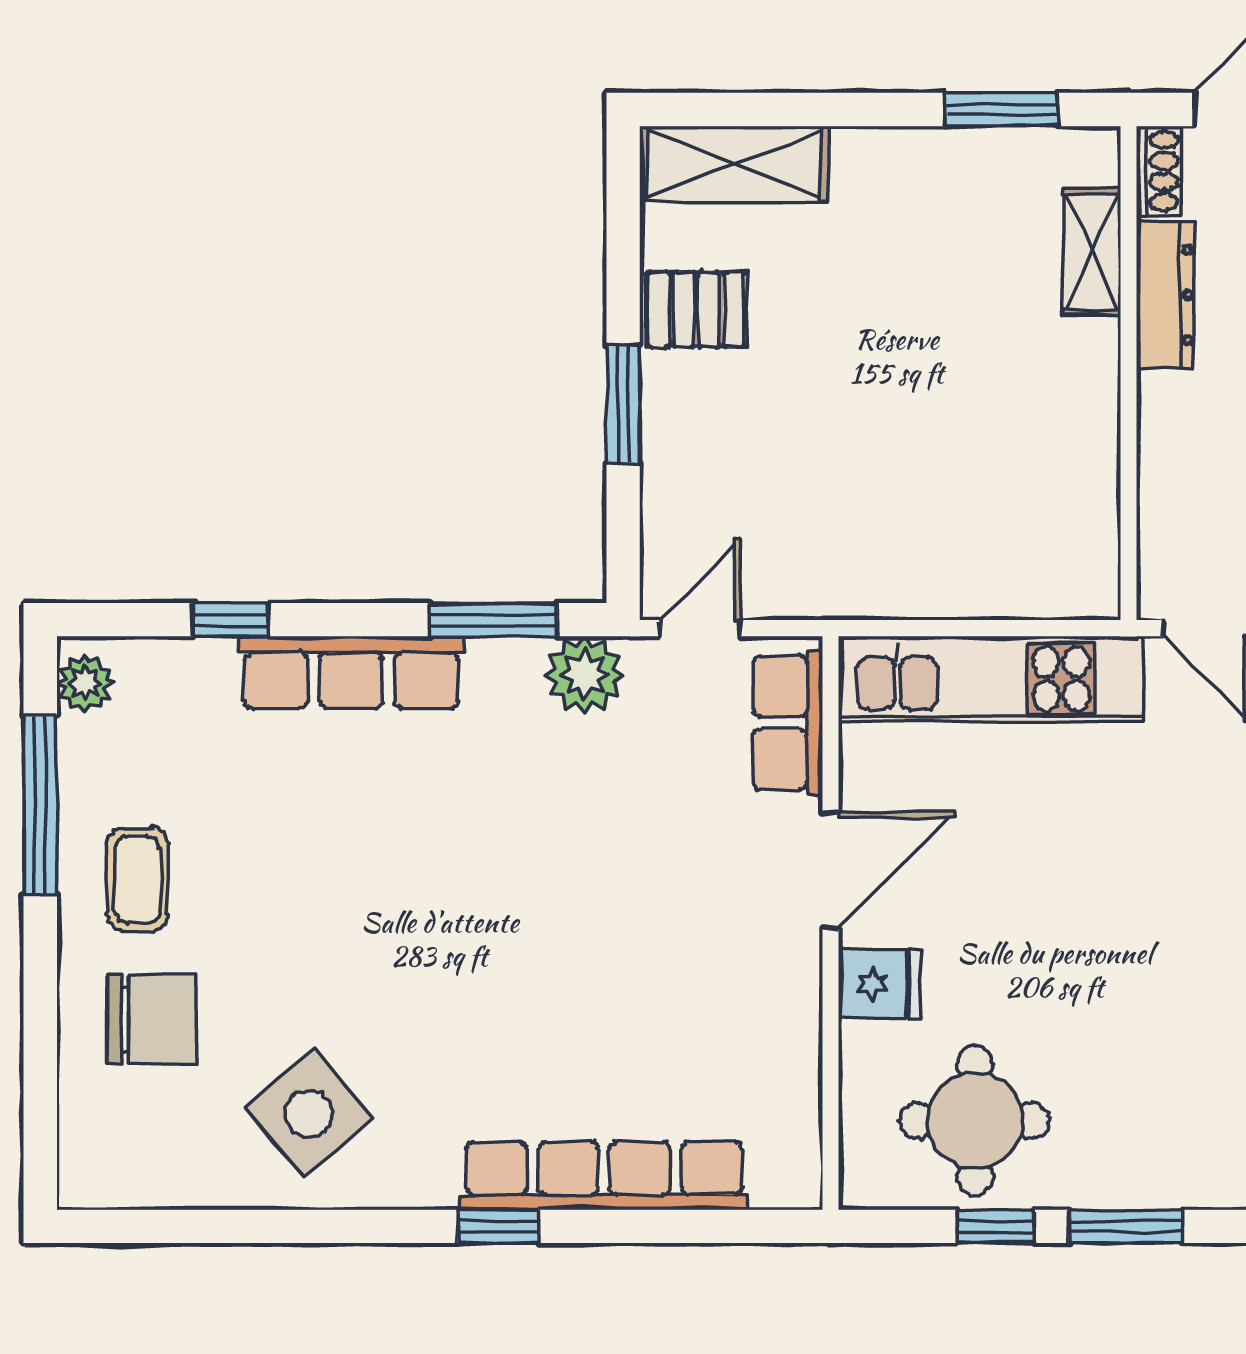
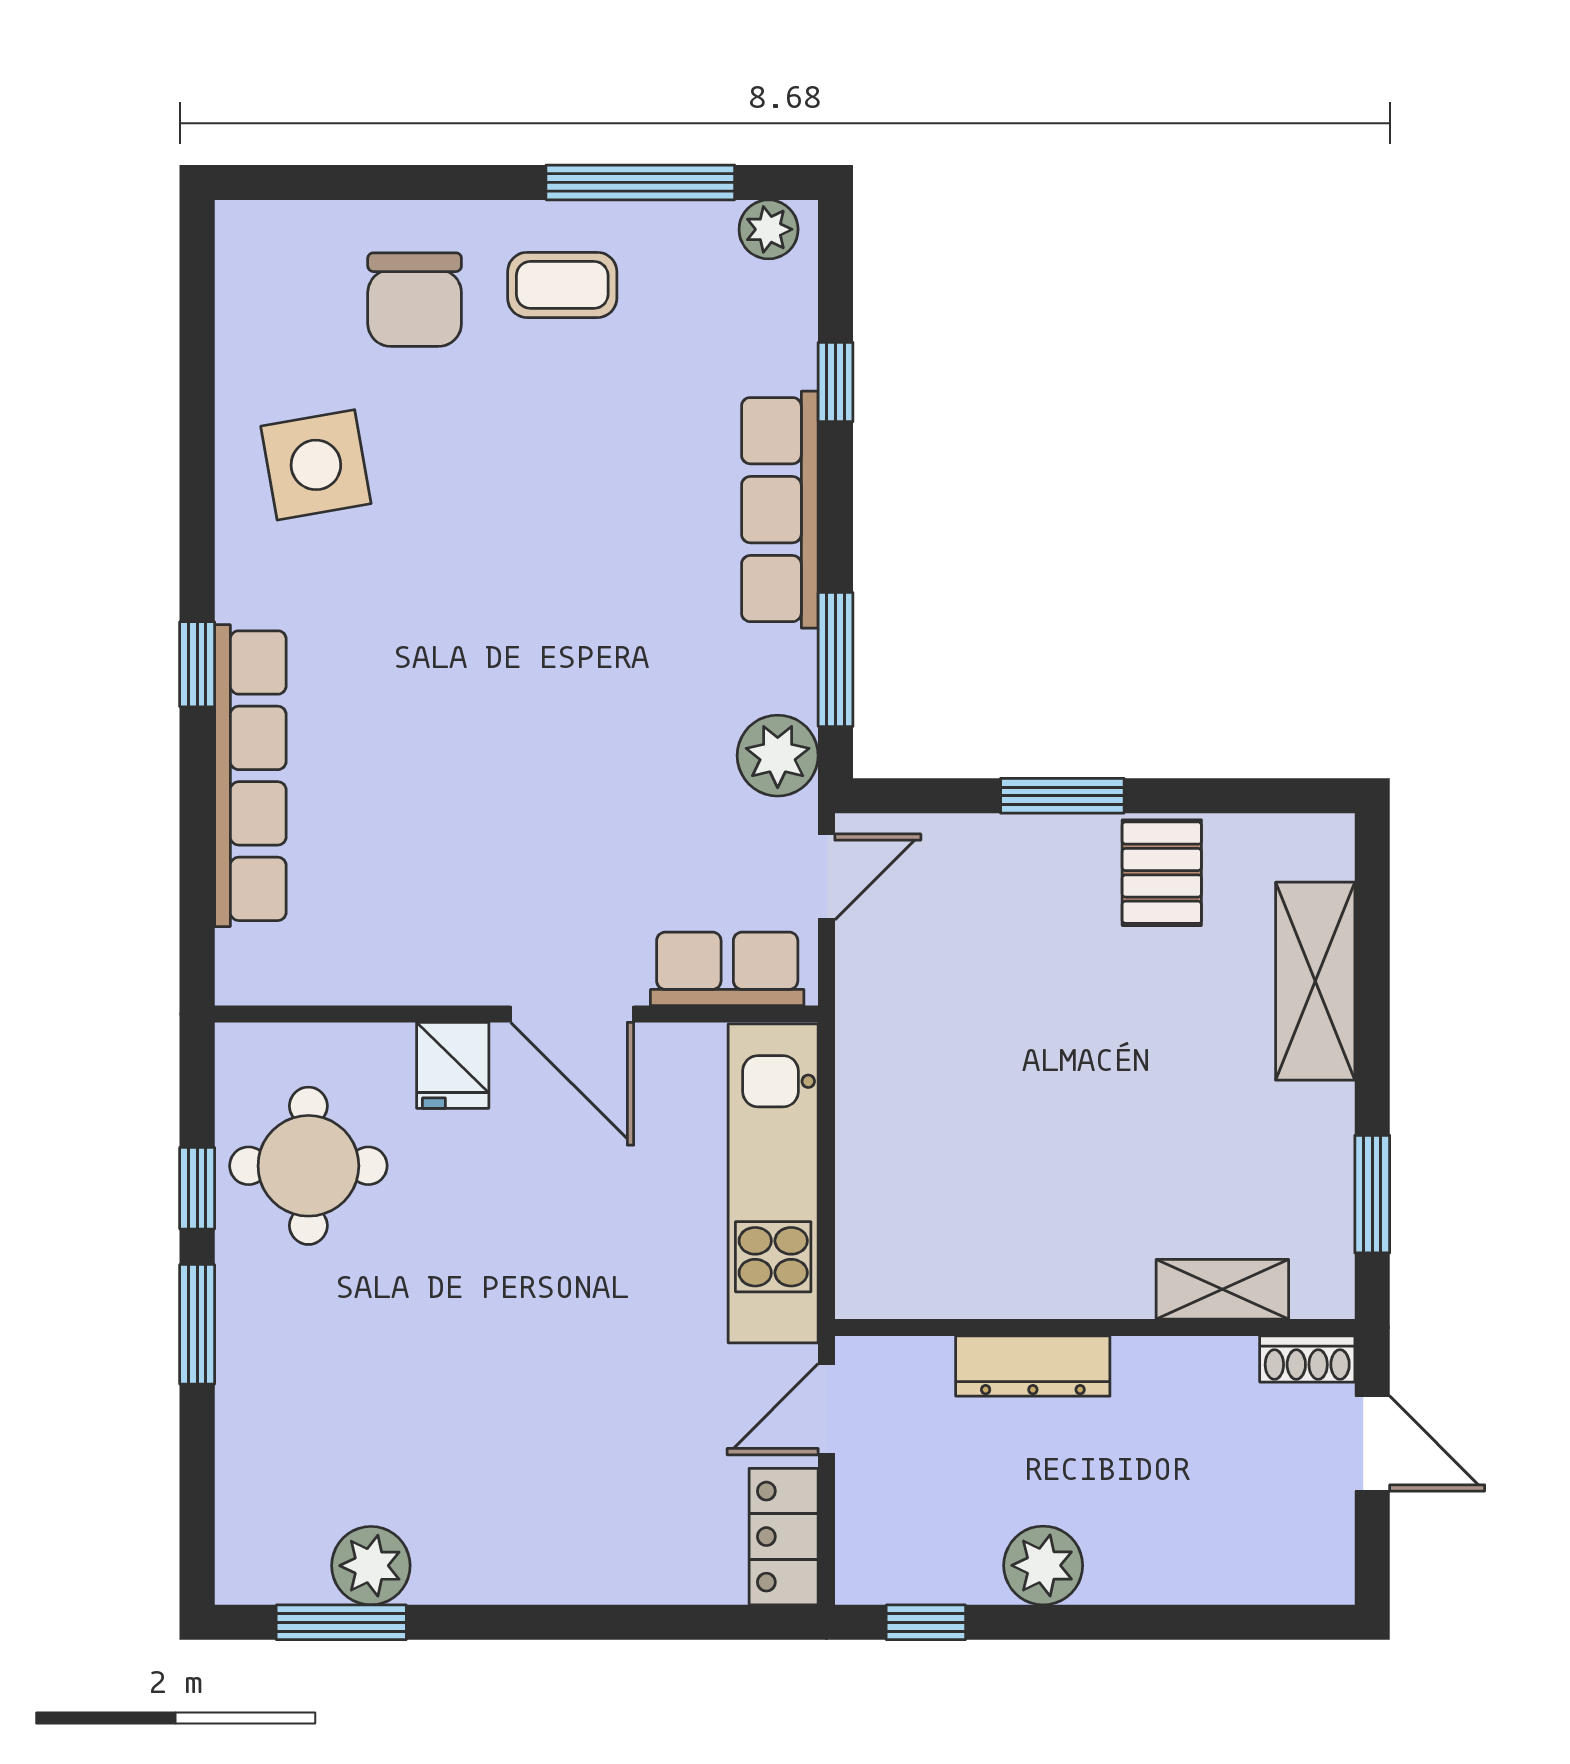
shelving: (734, 164) -> (1315, 981), moved
dresser: (1165, 295) -> (1033, 1366), moved
door: (700, 628) -> (827, 877), hinge flipped
side table: (309, 1113) -> (316, 465), turned 30

